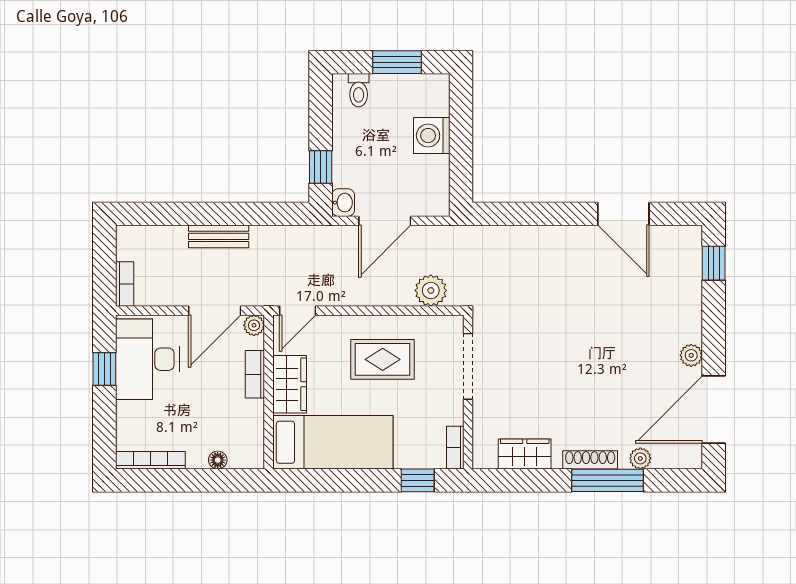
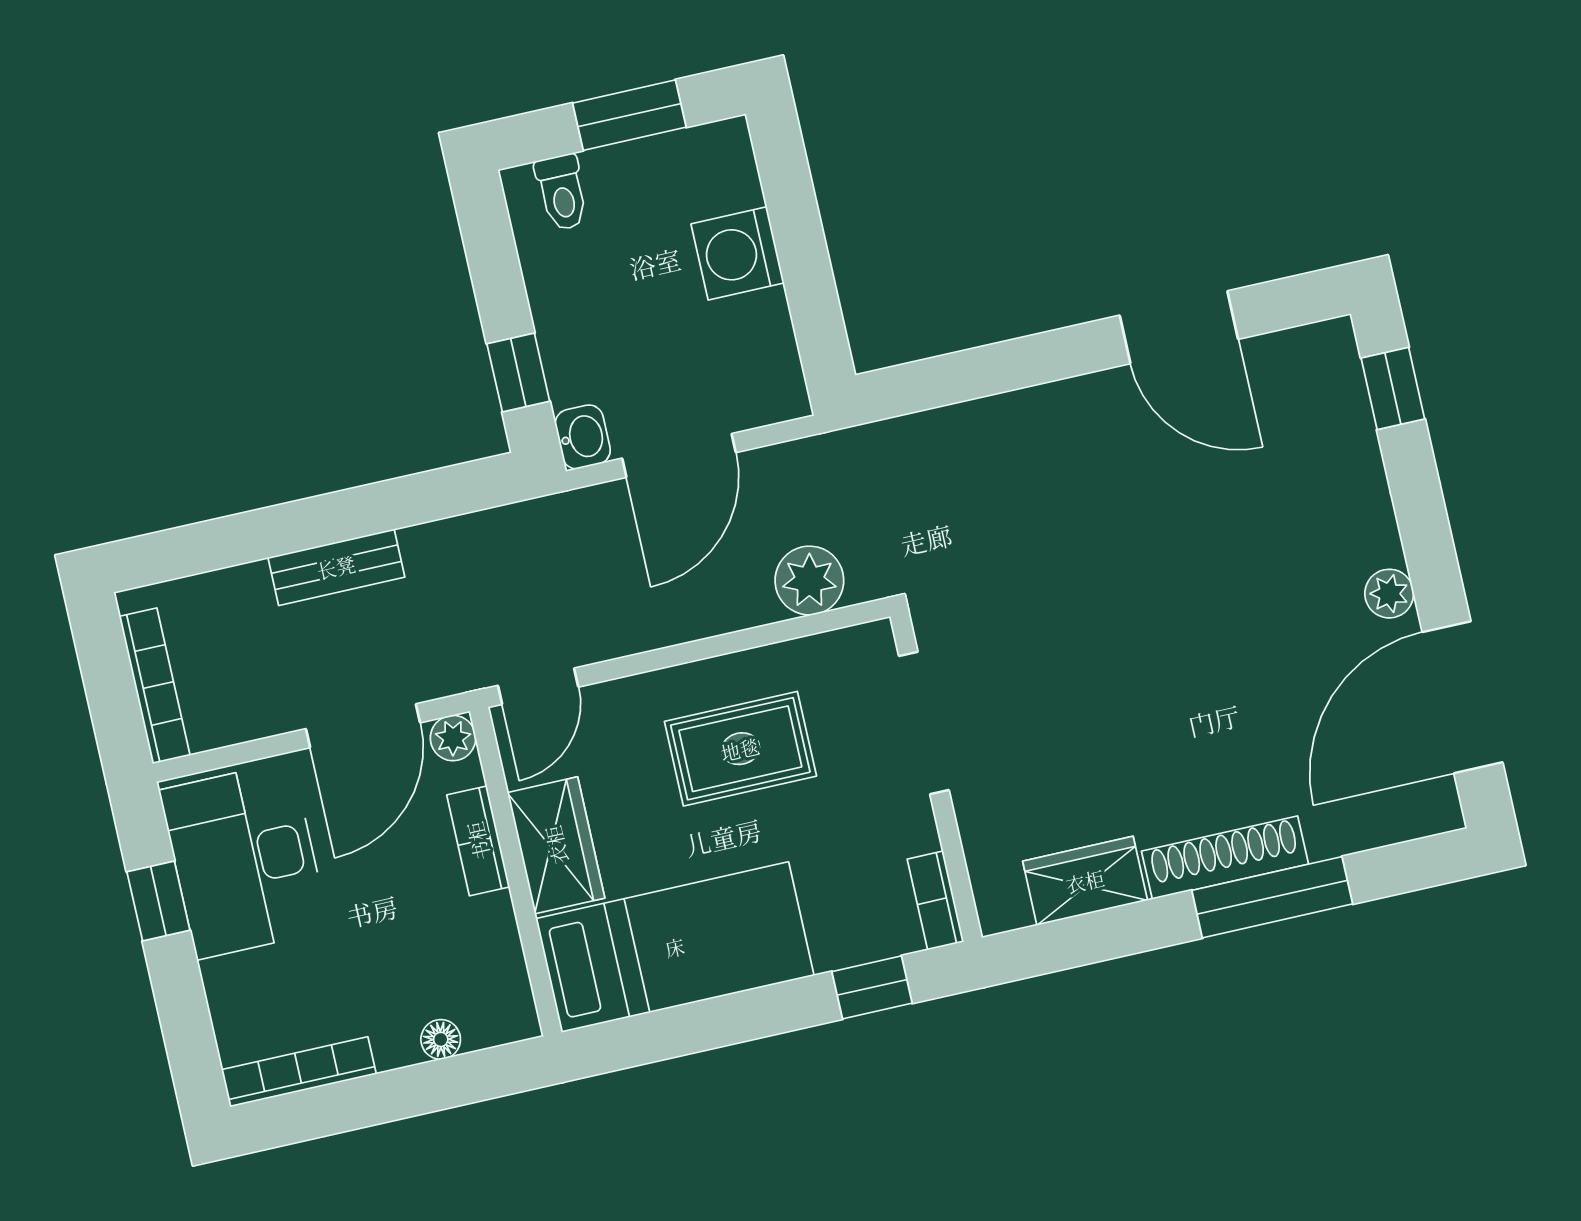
bookcase: (125, 284) -> (155, 686), width x1.56
plant: (640, 458) -> (1331, 835), removed
shoe rack: (590, 460) -> (1225, 858), width x1.36, depth x1.24

